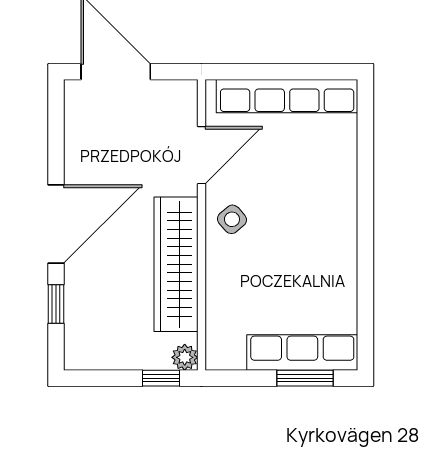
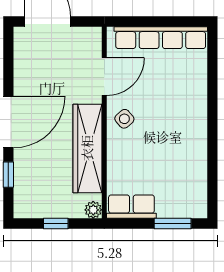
row of seats: (302, 352) -> (131, 207), moved, width x0.68
window: (161, 378) -> (56, 223), moved

